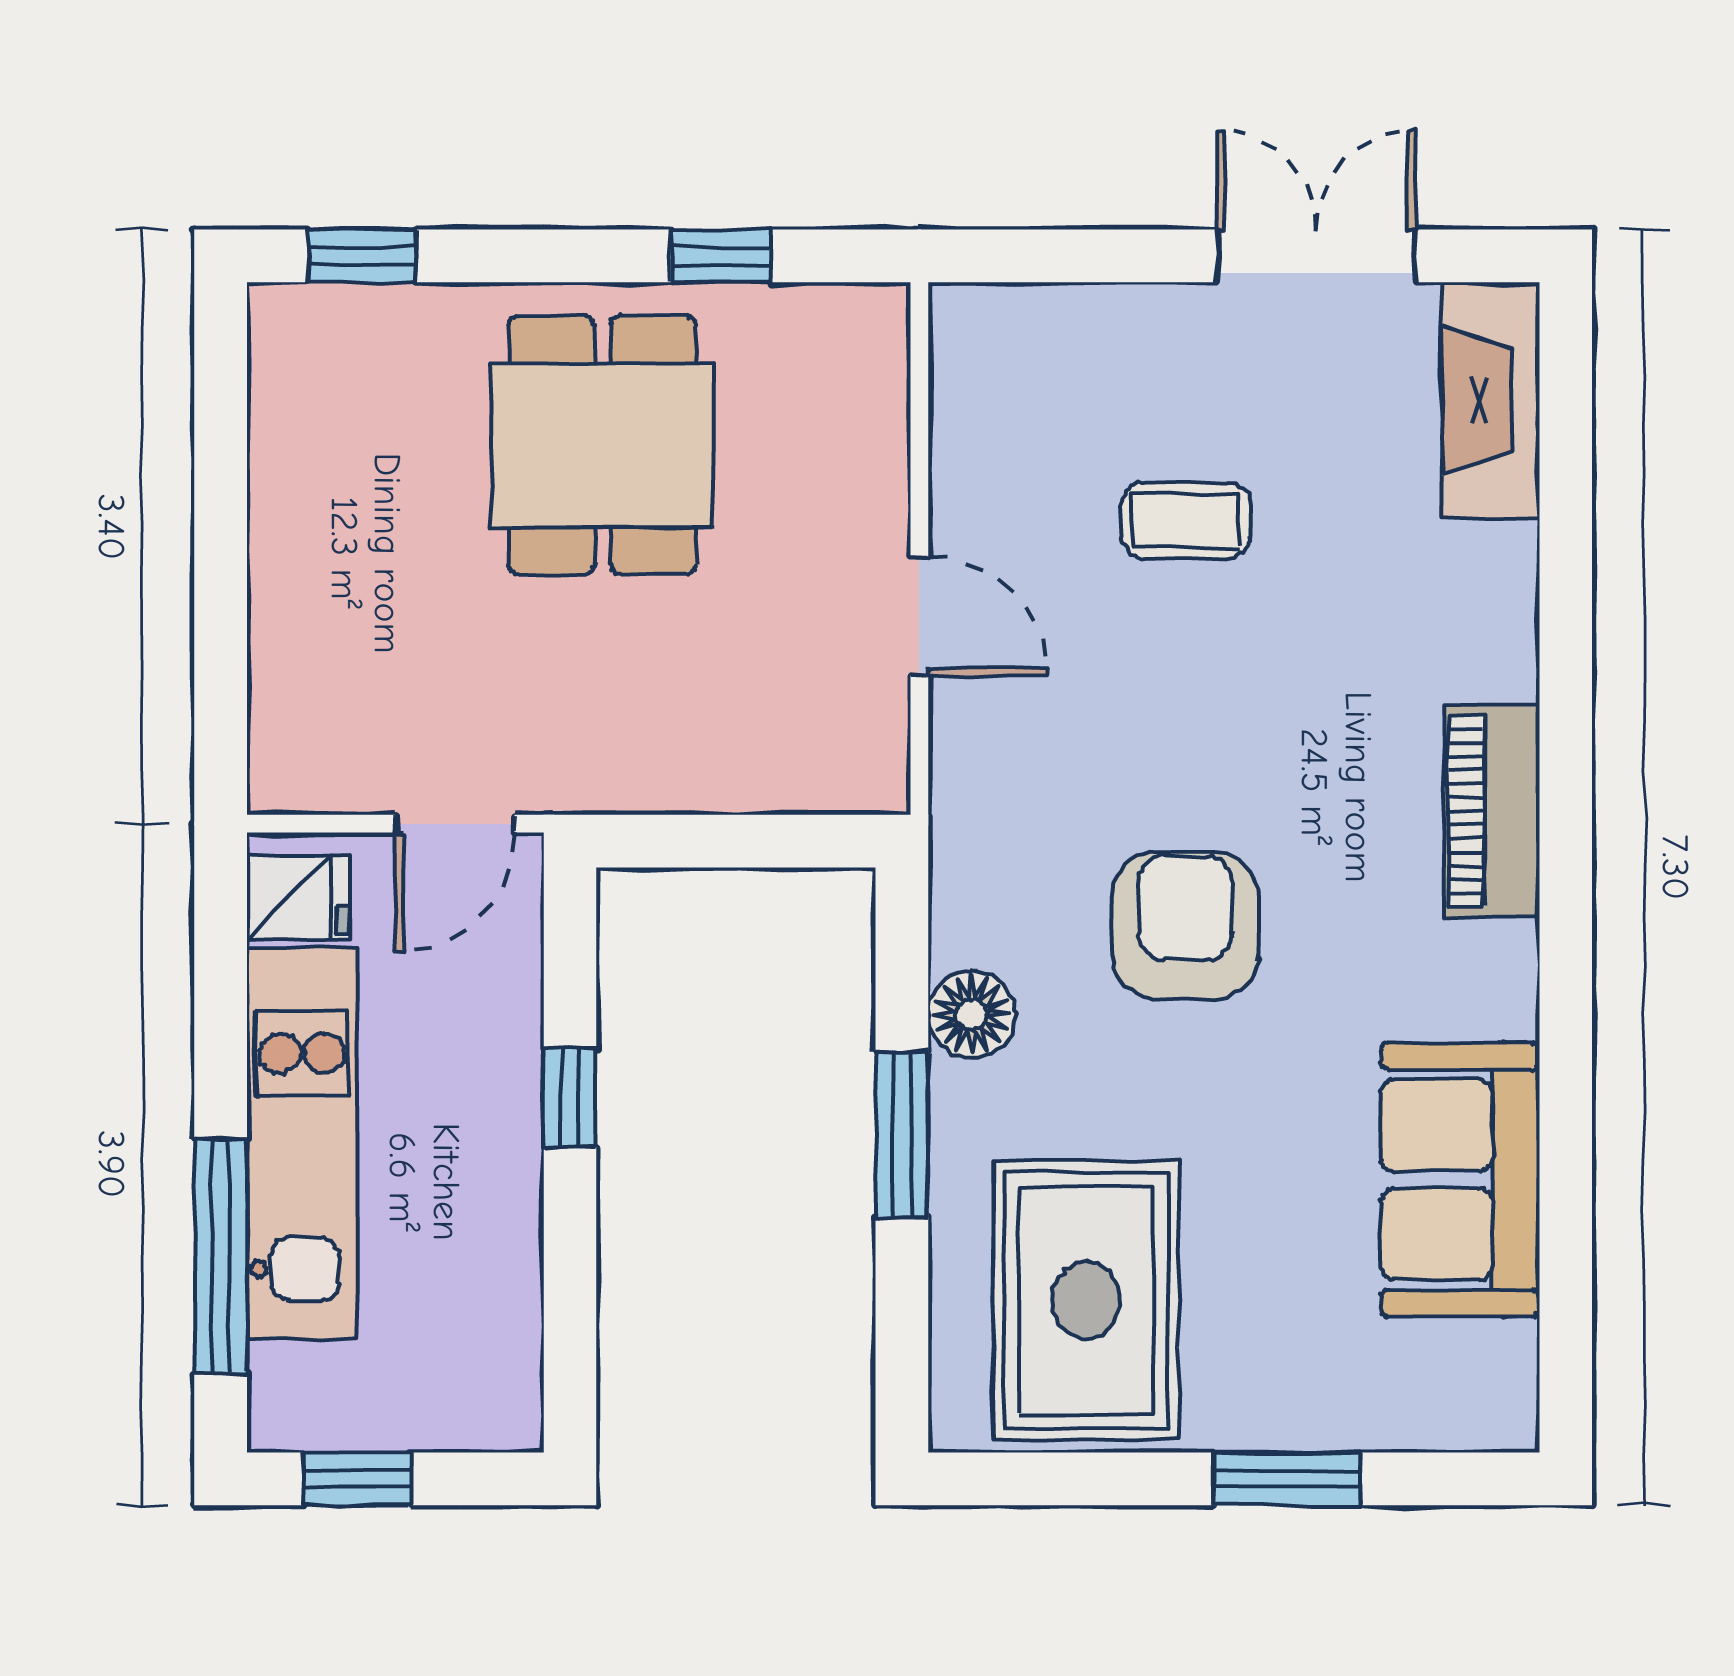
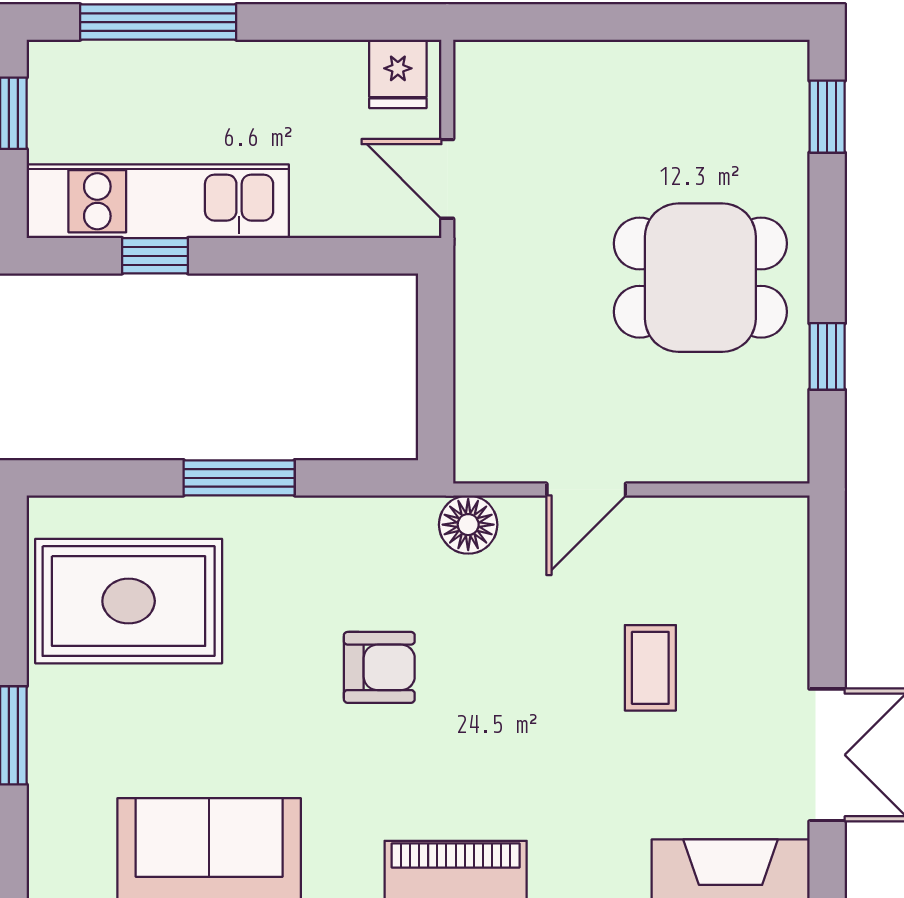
armchair: (1185, 925) -> (379, 667), width x0.72, depth x0.72
floor lamp: (972, 1014) -> (468, 525), moved
window: (570, 1098) -> (155, 256), moved
kitchen unit: (302, 1144) -> (158, 201), moved, turned 180

